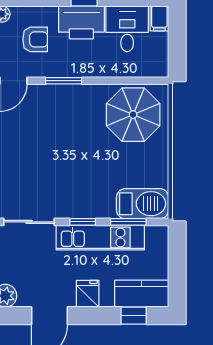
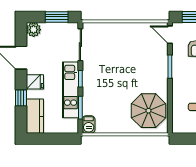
barbecue: (143, 204) -> (89, 124), width x0.53, depth x0.65
window: (134, 316) -> (21, 98), moved

